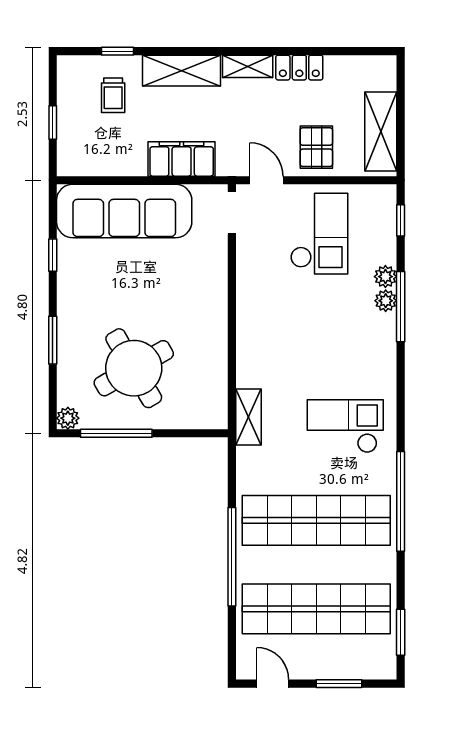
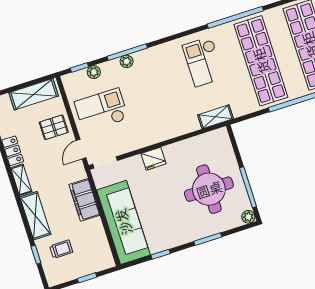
plant: (385, 277) -> (94, 72), moved
fridge: (213, 294) -> (153, 159), added
round table: (134, 368) -> (209, 189), turned 30

